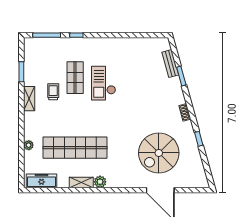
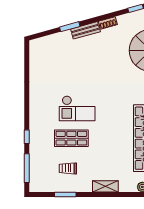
bench: (170, 64) -> (85, 30), moved
trolley: (53, 92) -> (68, 168), moved
shelving: (29, 99) -> (105, 186), moved

